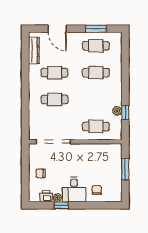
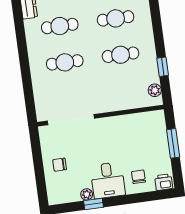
plant: (117, 111) -> (155, 90), moved
cafe table: (96, 126) -> (121, 55), moved
printer: (46, 196) -> (164, 182), moved

